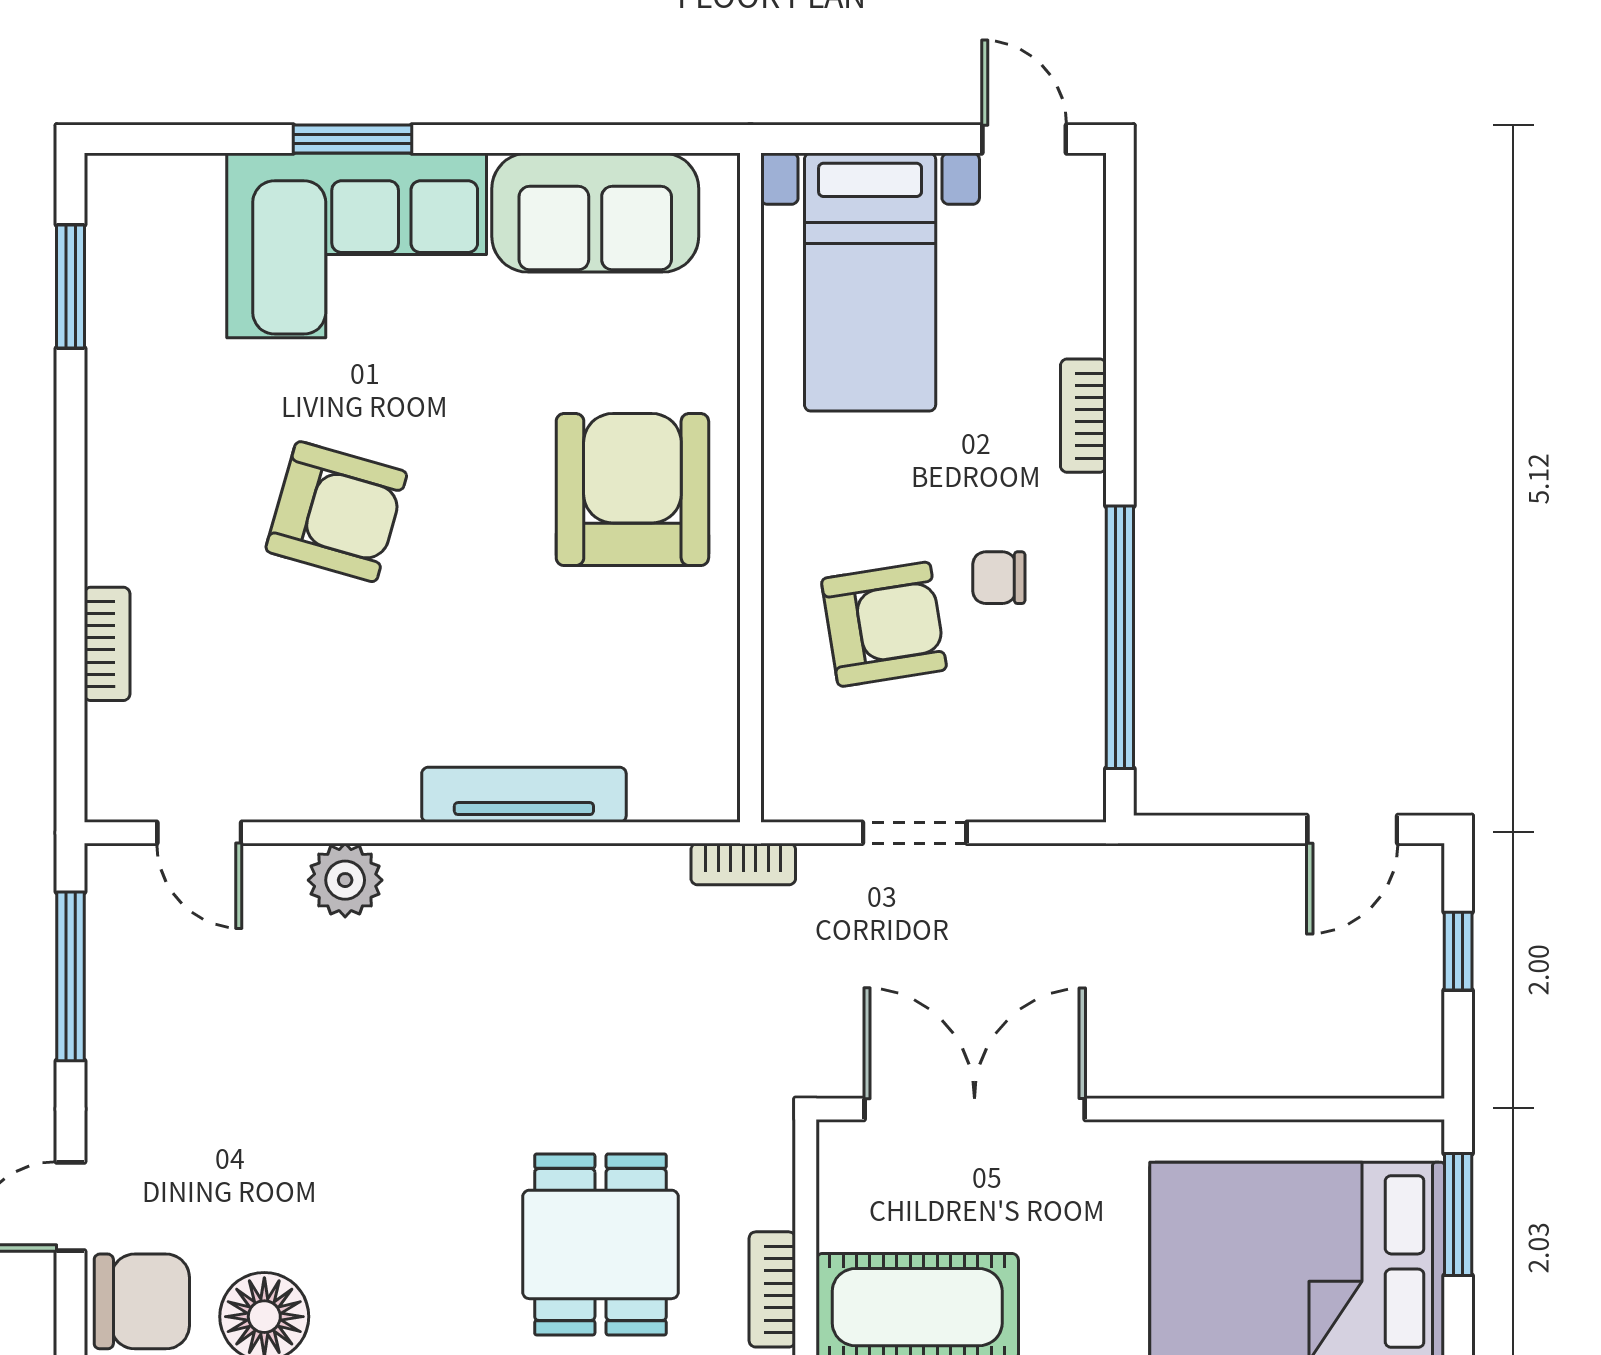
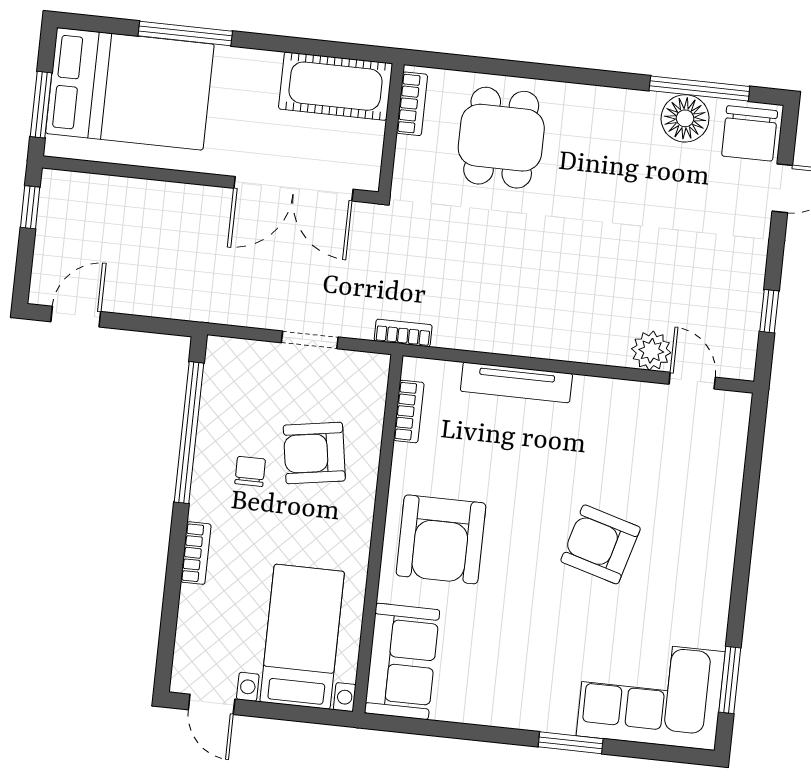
sofa: (595, 212) -> (402, 661), moved, turned 90
corner sofa: (357, 245) -> (651, 694), moved
chair: (999, 578) -> (250, 471), turned -90
bookcase: (107, 644) -> (409, 411), moved, turned 180
plant: (345, 880) -> (651, 351), moved
window: (1458, 951) -> (30, 207), moved
window: (70, 976) -> (769, 311), width x0.46
chair: (142, 1301) -> (750, 133), turned -90

